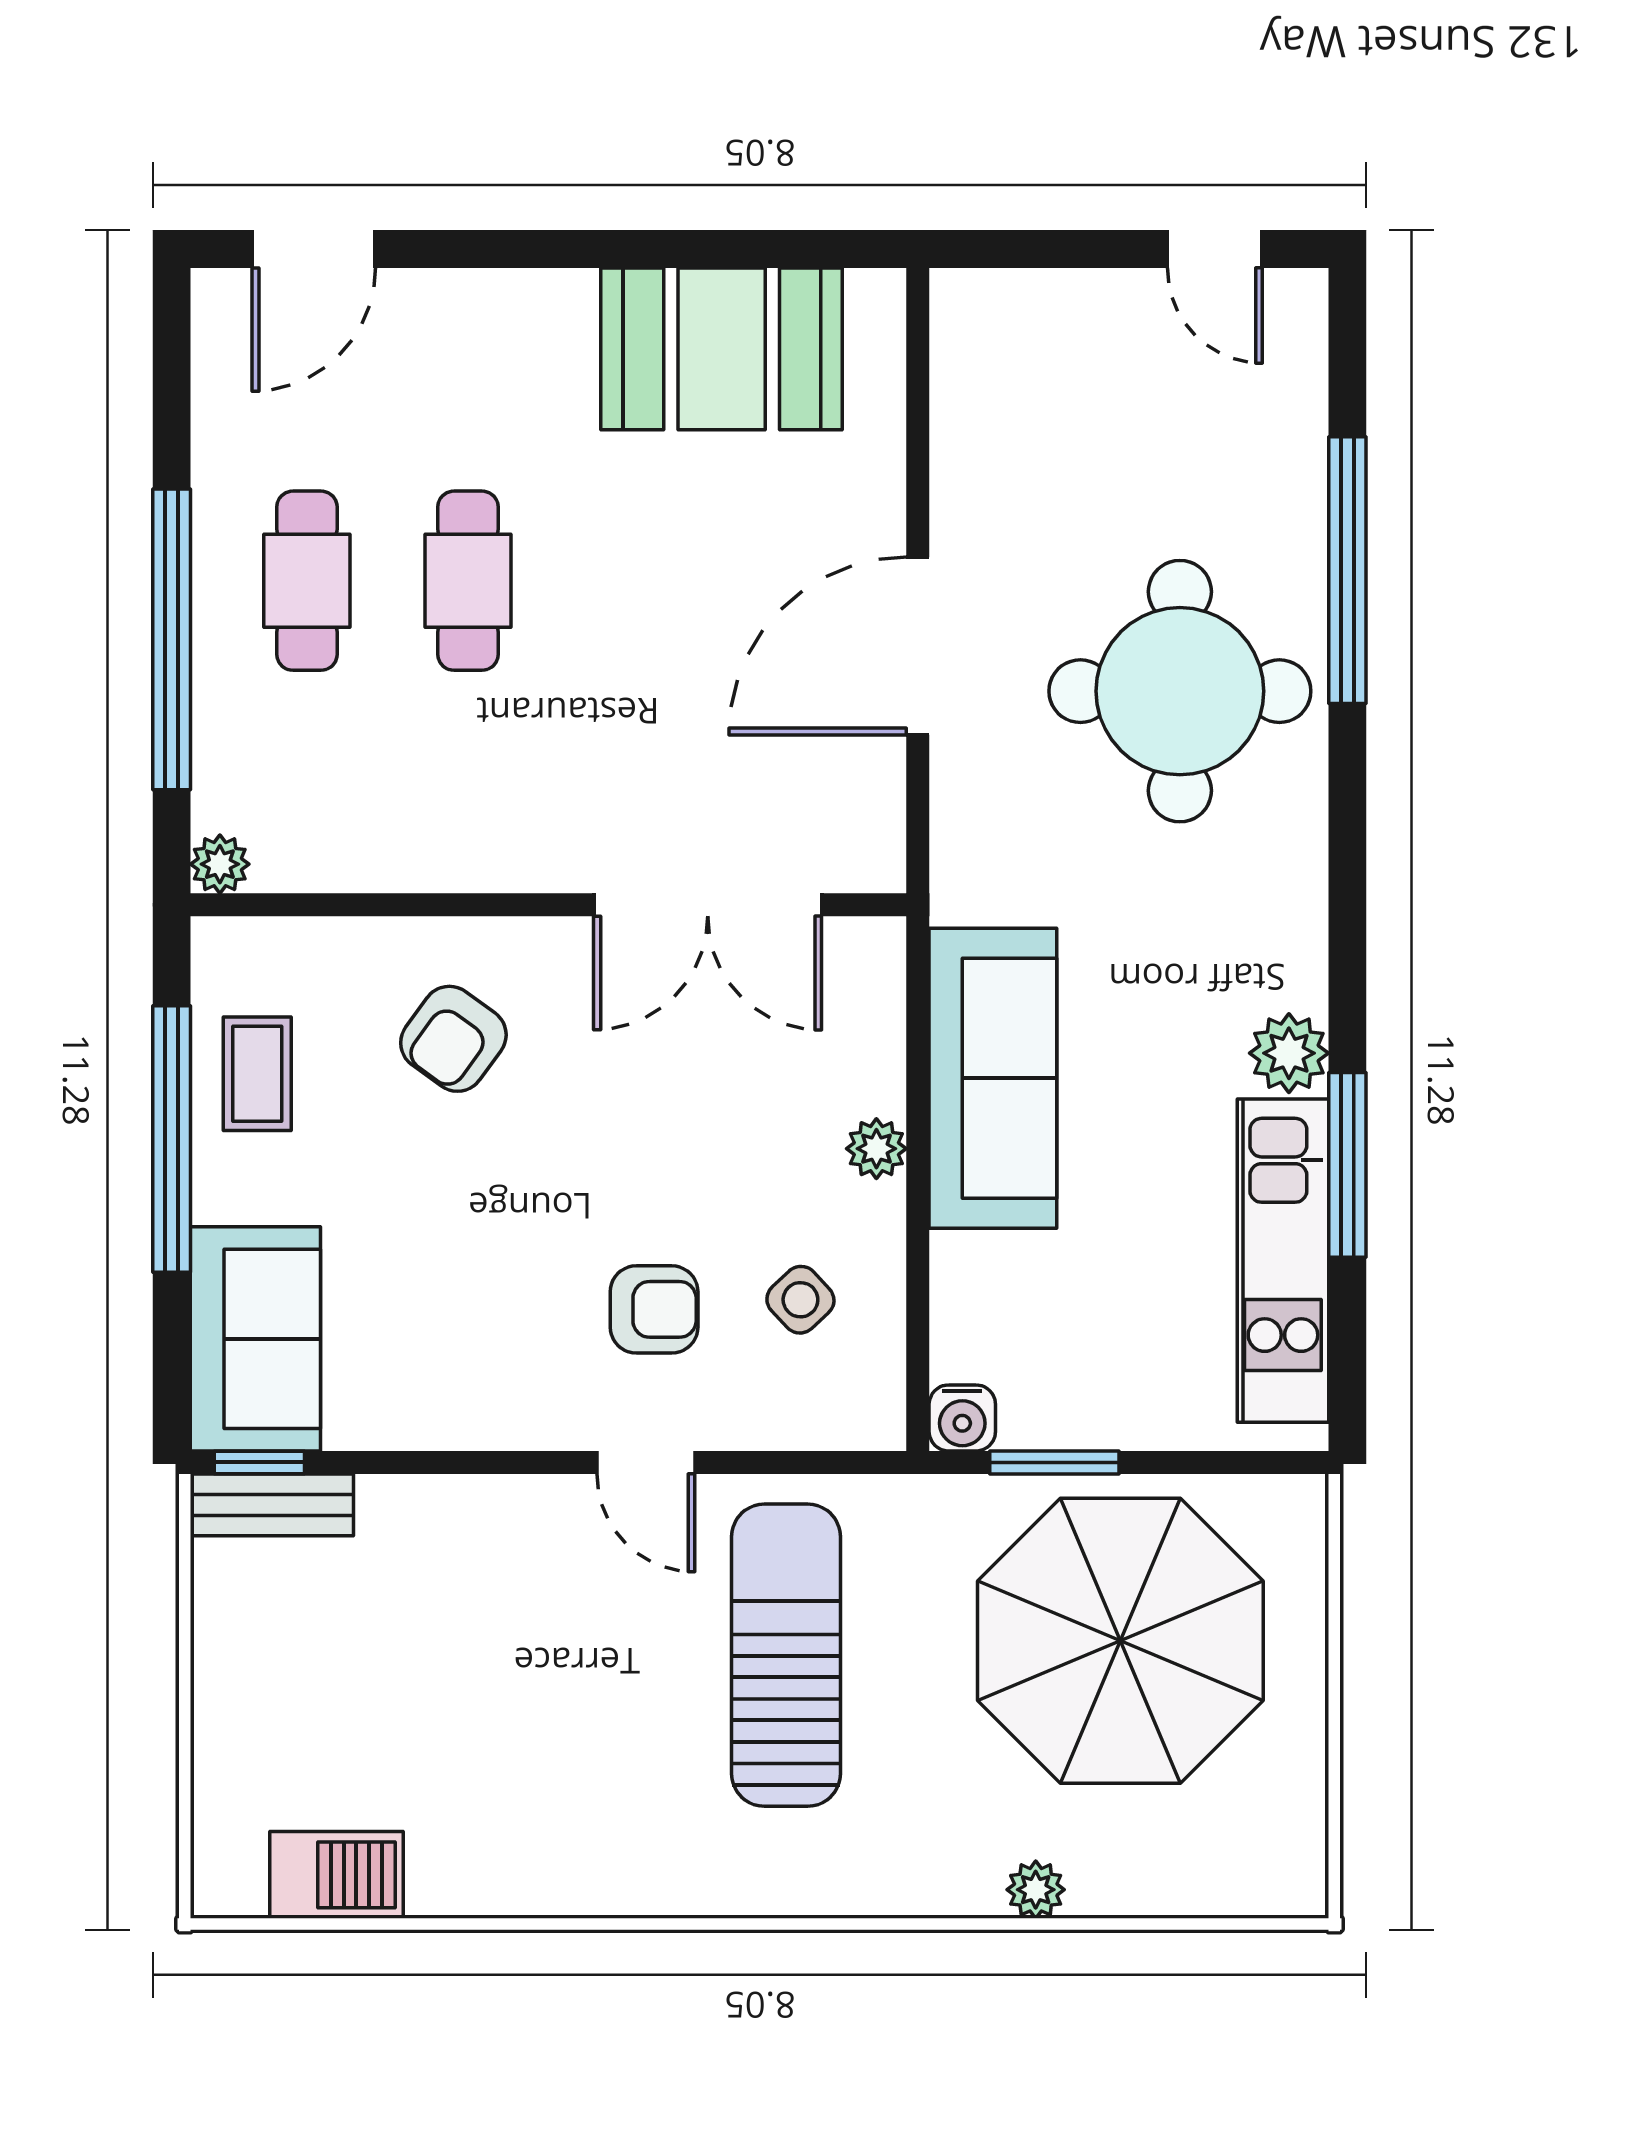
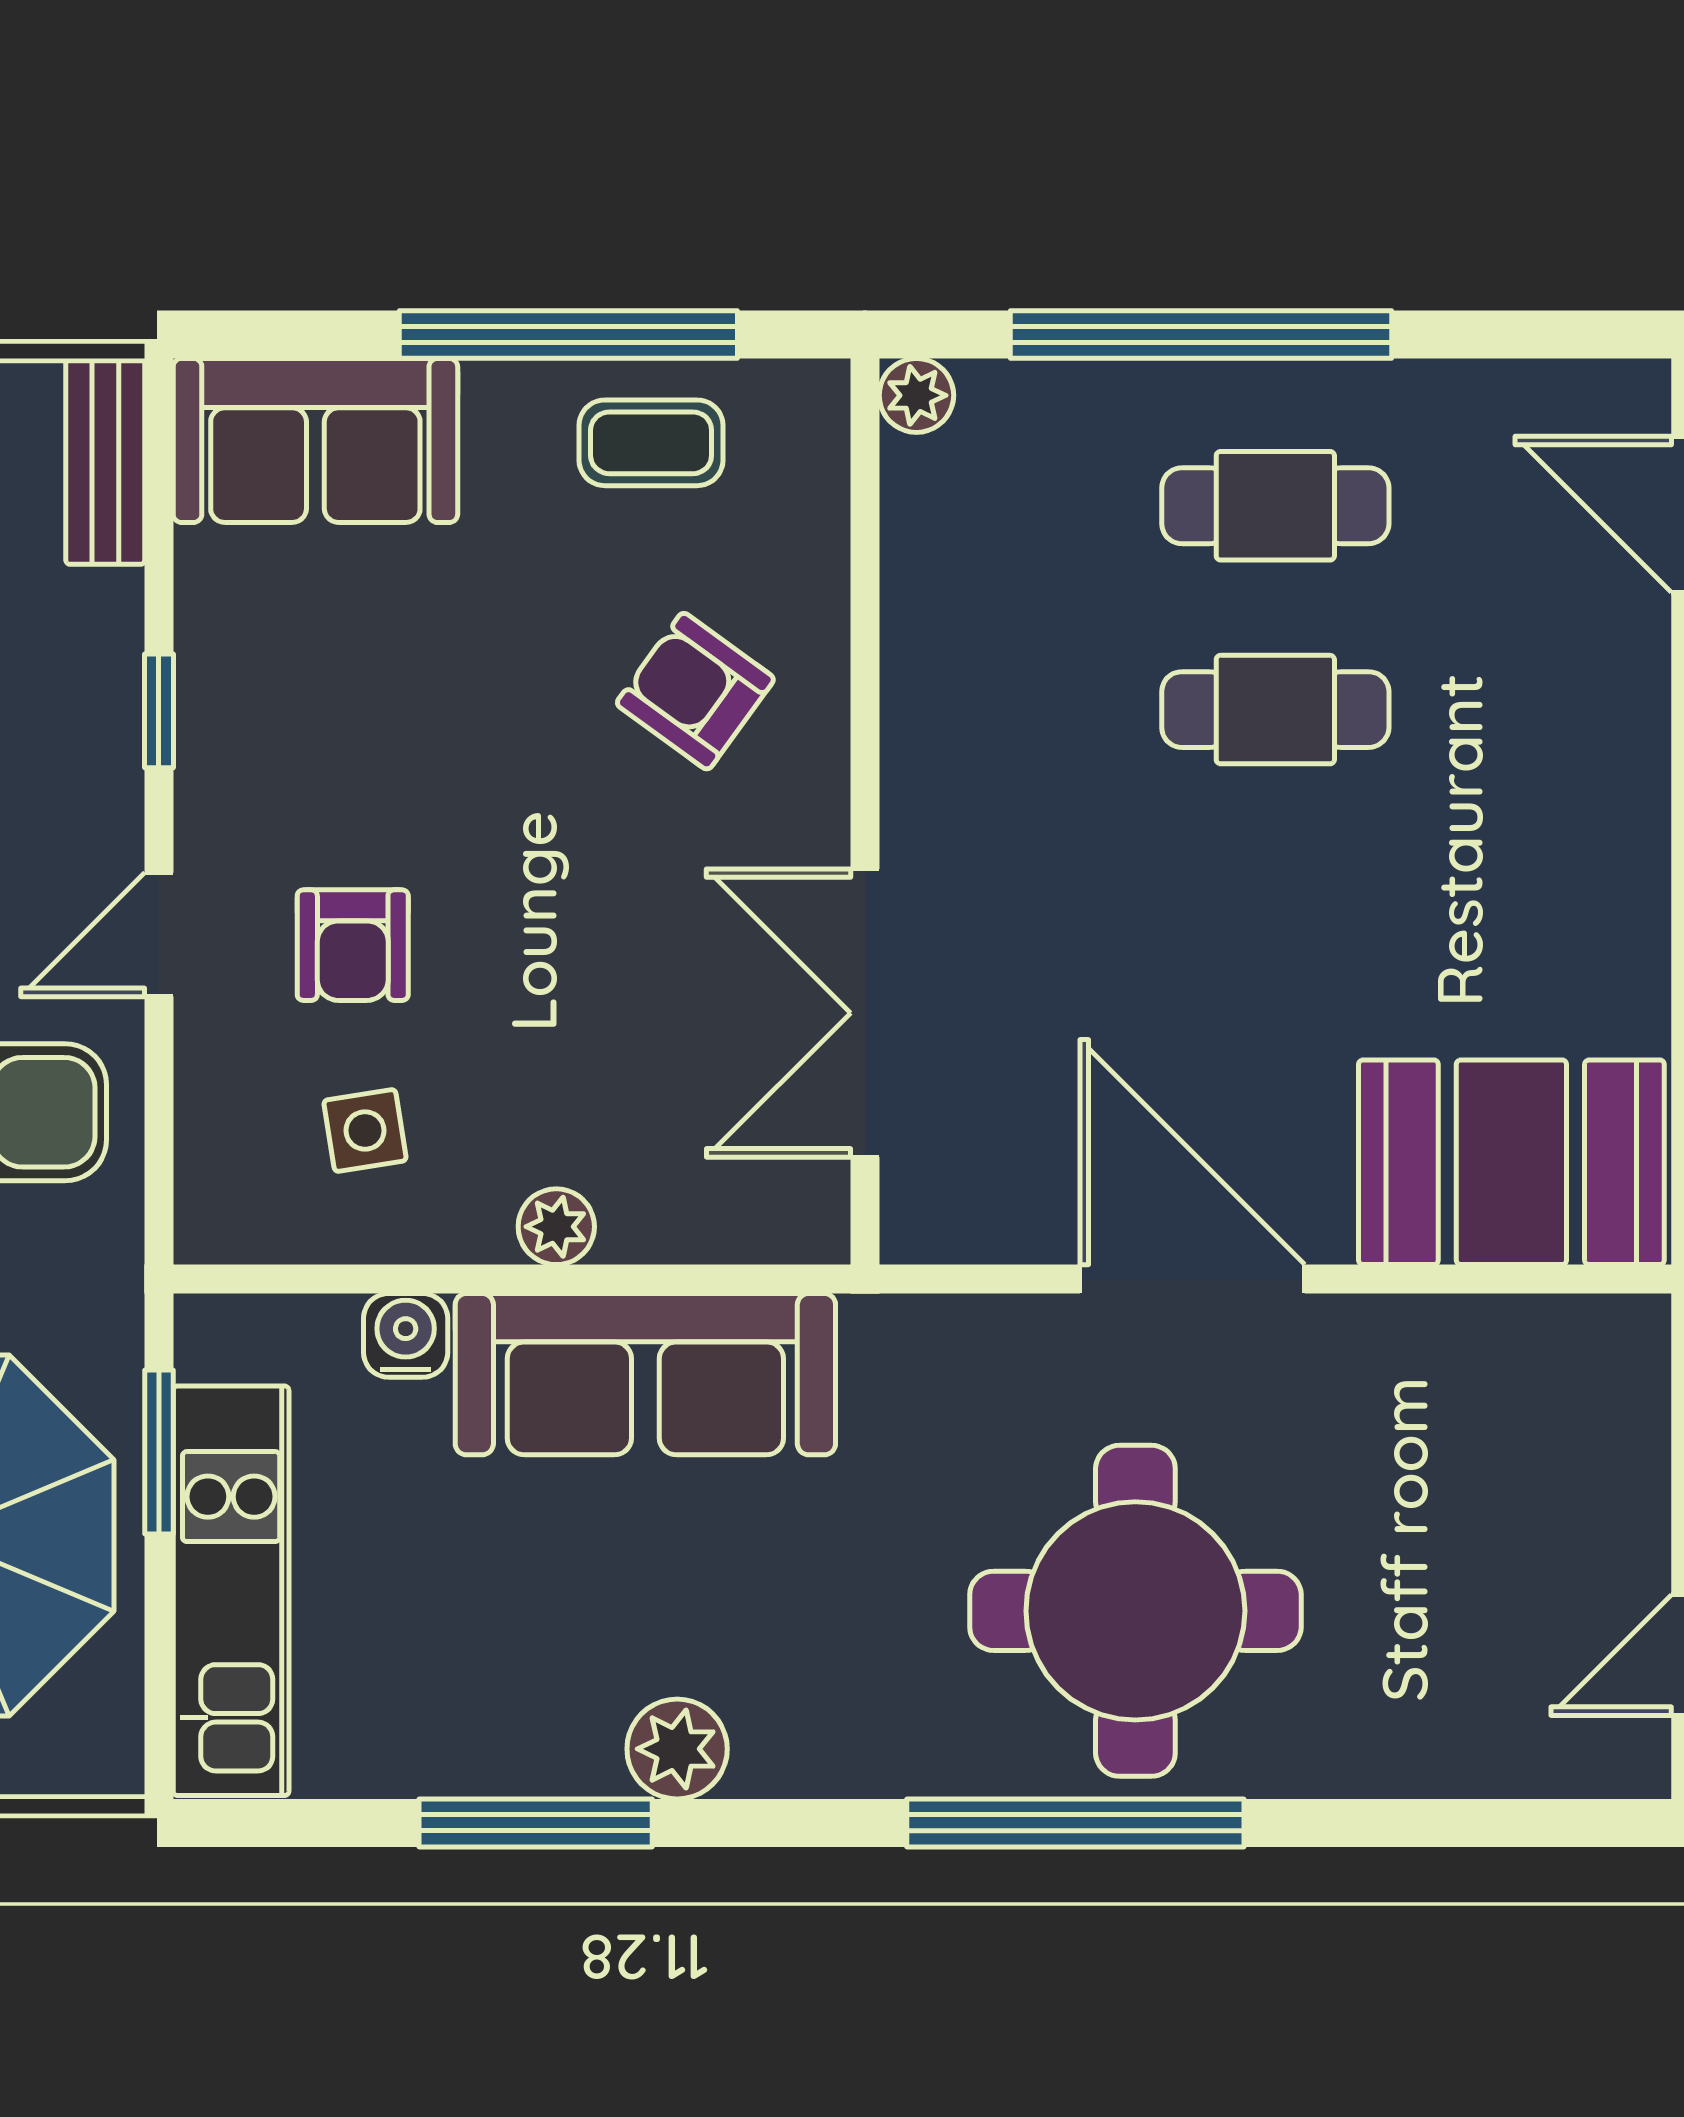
booth: (722, 349) -> (1511, 1162), moved, turned 90
window: (1347, 570) -> (1075, 1823), moved
kitchen unit: (1283, 1261) -> (231, 1591), moved, turned 90
side table: (800, 1300) -> (365, 1130), turned 34
water cooler: (962, 1418) -> (406, 1335), moved, turned 90
window: (259, 1462) -> (159, 711), moved

